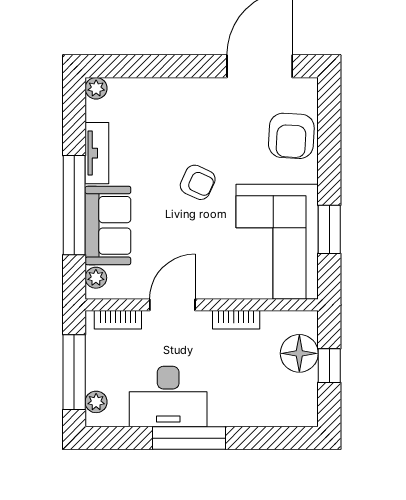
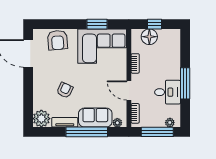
plant: (96, 88) -> (41, 119), width x1.88, depth x1.88
armchair: (291, 136) -> (57, 40), turned 82
armchair: (198, 182) -> (65, 90), moved
desk: (168, 397) -> (168, 92), width x0.73

